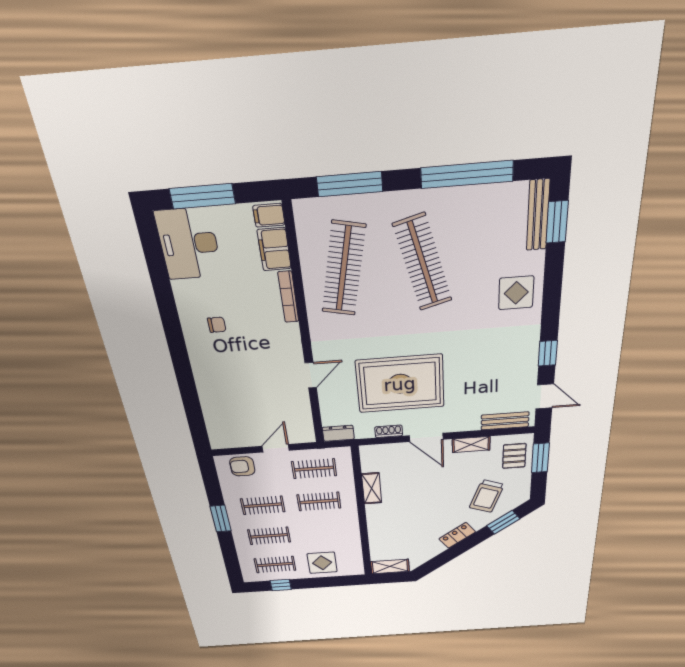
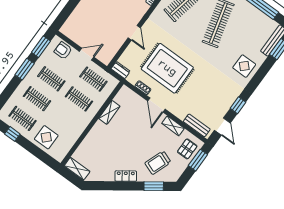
door: (311, 375) -> (134, 33), hinge flipped
window: (211, 482) -> (41, 47), added

